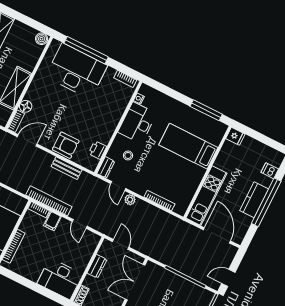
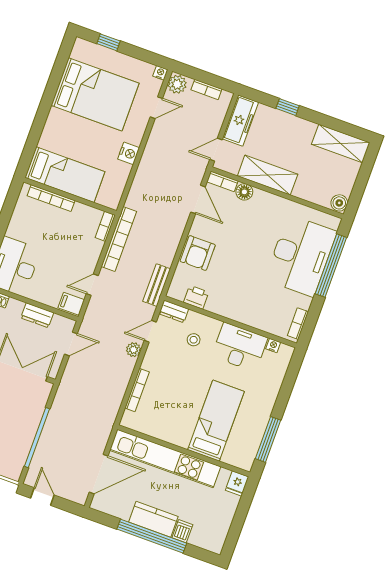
bench: (67, 168) -> (157, 285), moved
dishwasher: (270, 171) -> (182, 531), moved
kitchen unit: (206, 196) -> (165, 458), width x1.36
filing cabinet: (52, 221) -> (71, 304), moved

